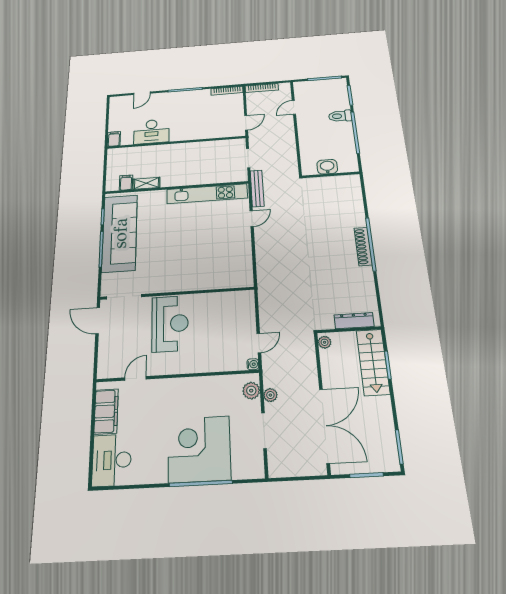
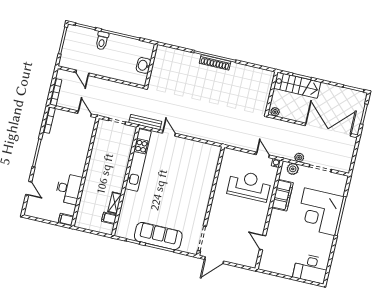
sofa: (120, 233) -> (158, 236), width x0.74, depth x0.79
dresser: (354, 321) -> (266, 88), removed
reception desk: (170, 324) -> (249, 186), moved
filing cabinet: (106, 411) -> (283, 195), moved, turned 90

